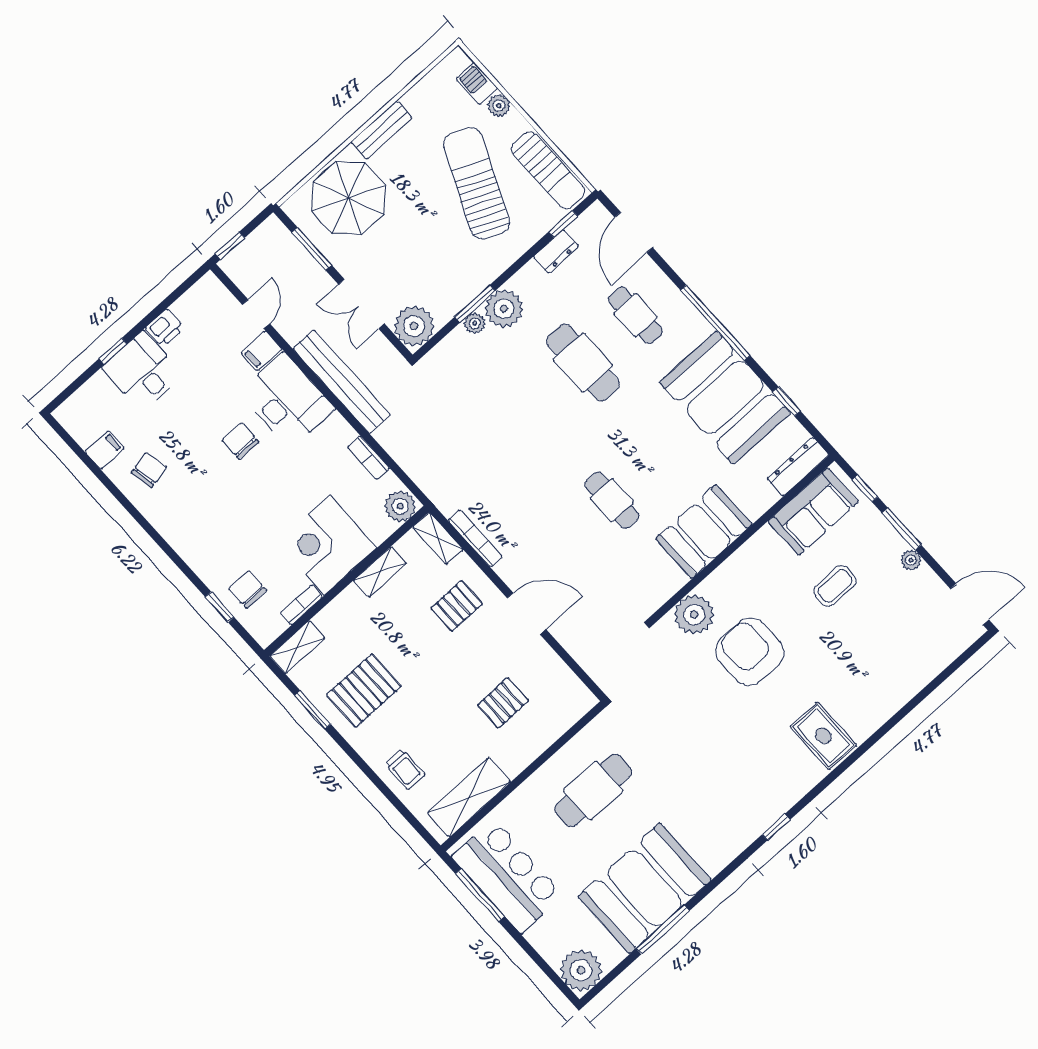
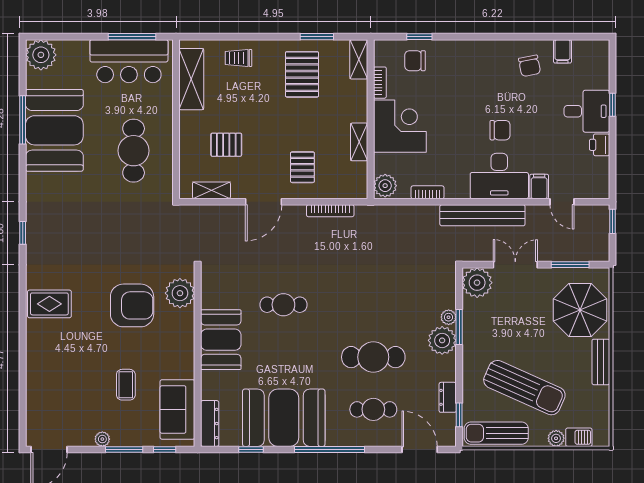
shelving: (438, 538) -> (211, 190), moved
chair: (248, 589) -> (415, 61), turned 180
pallet: (503, 703) -> (226, 145), turned 90

